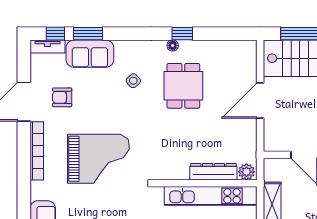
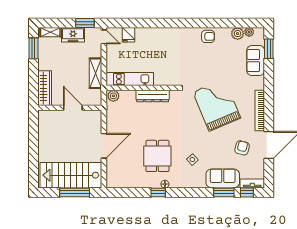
armchair: (62, 97) -> (242, 148), turned -76
grand piano: (99, 159) -> (217, 105), turned 67
dresser: (213, 172) -> (153, 96), moved
kitchen unit: (211, 196) -> (130, 79), width x0.73

